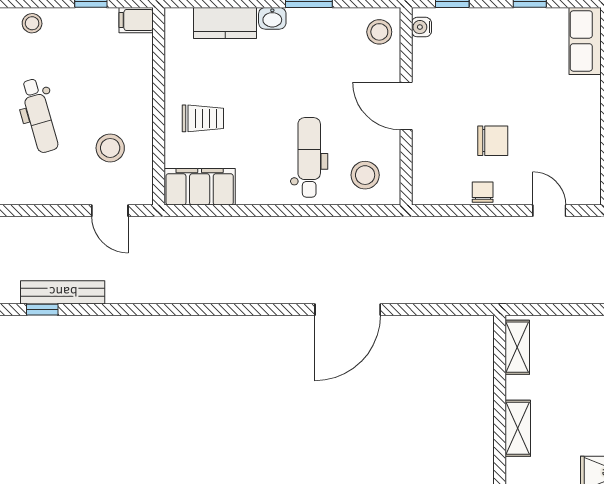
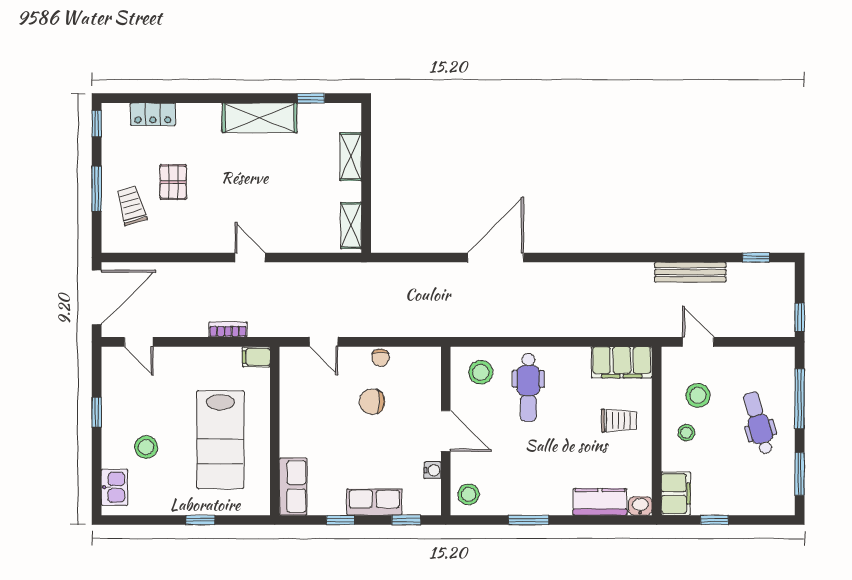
washbasin: (272, 18) -> (640, 506), moved
filing cabinet: (136, 20) -> (676, 494), width x2.00
stool: (32, 23) -> (686, 433), moved
row of seats: (490, 23) -> (374, 502), added
water cooler: (421, 27) -> (433, 470), moved
trolley: (203, 118) -> (619, 421), turned 180
bench: (63, 292) -> (690, 272), moved

